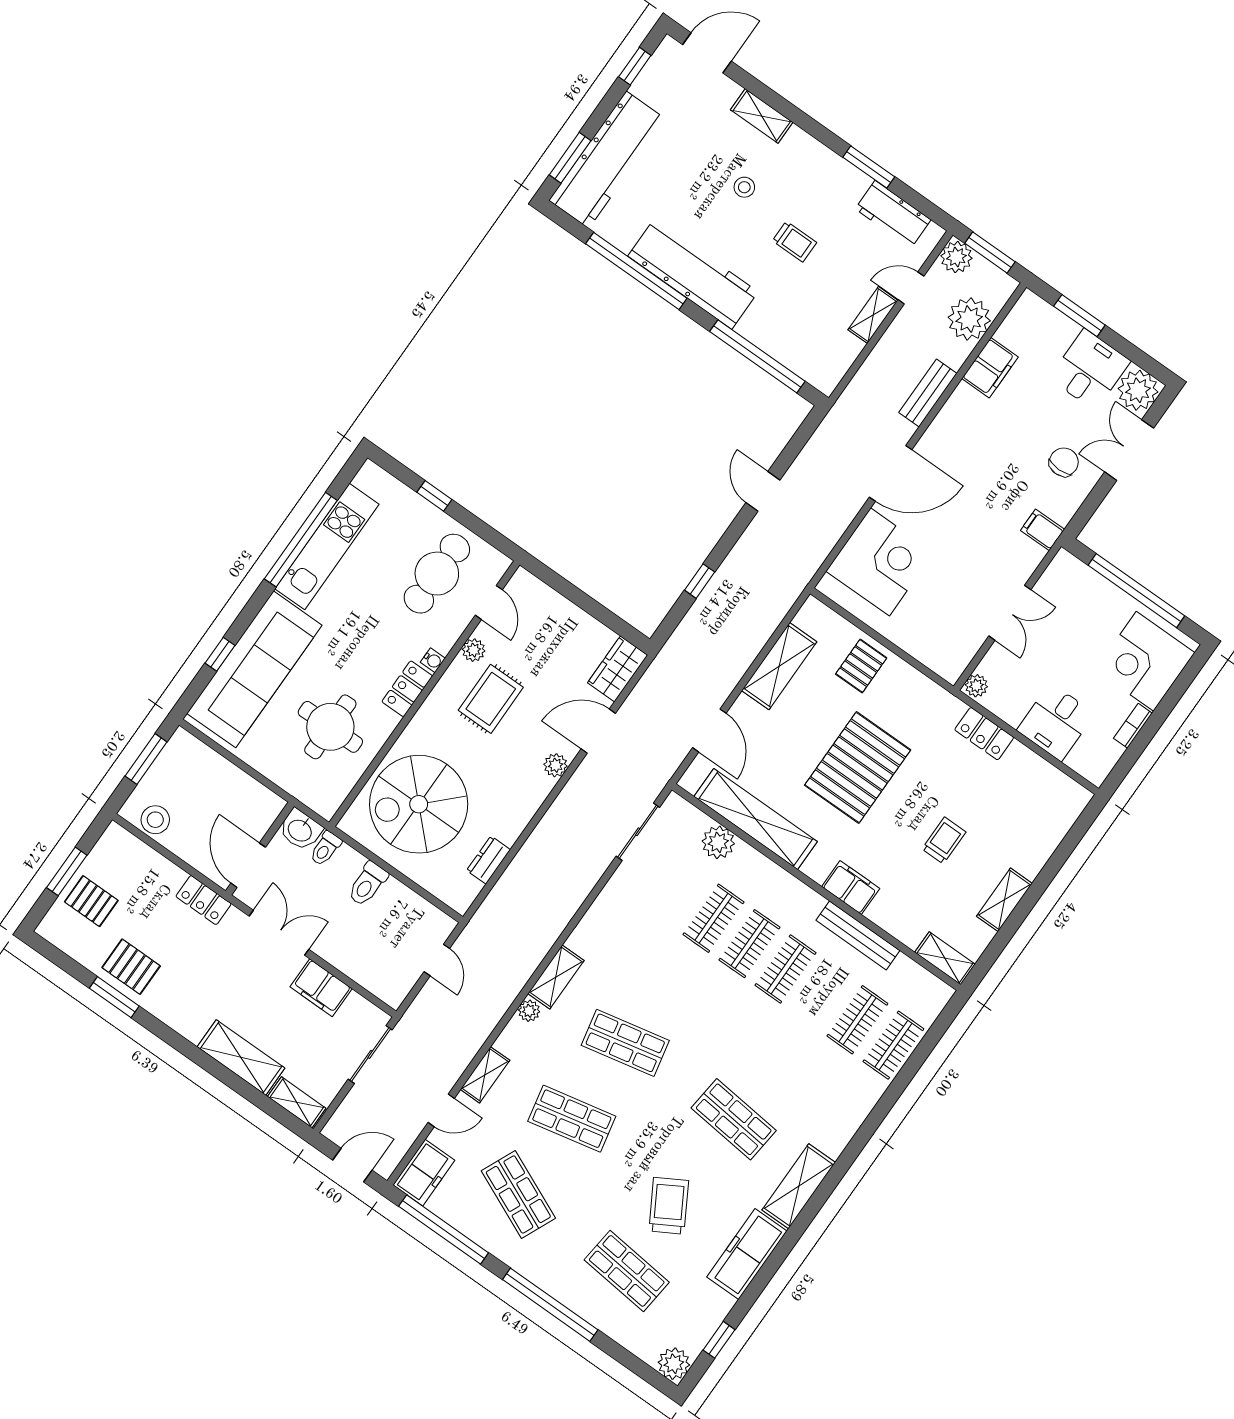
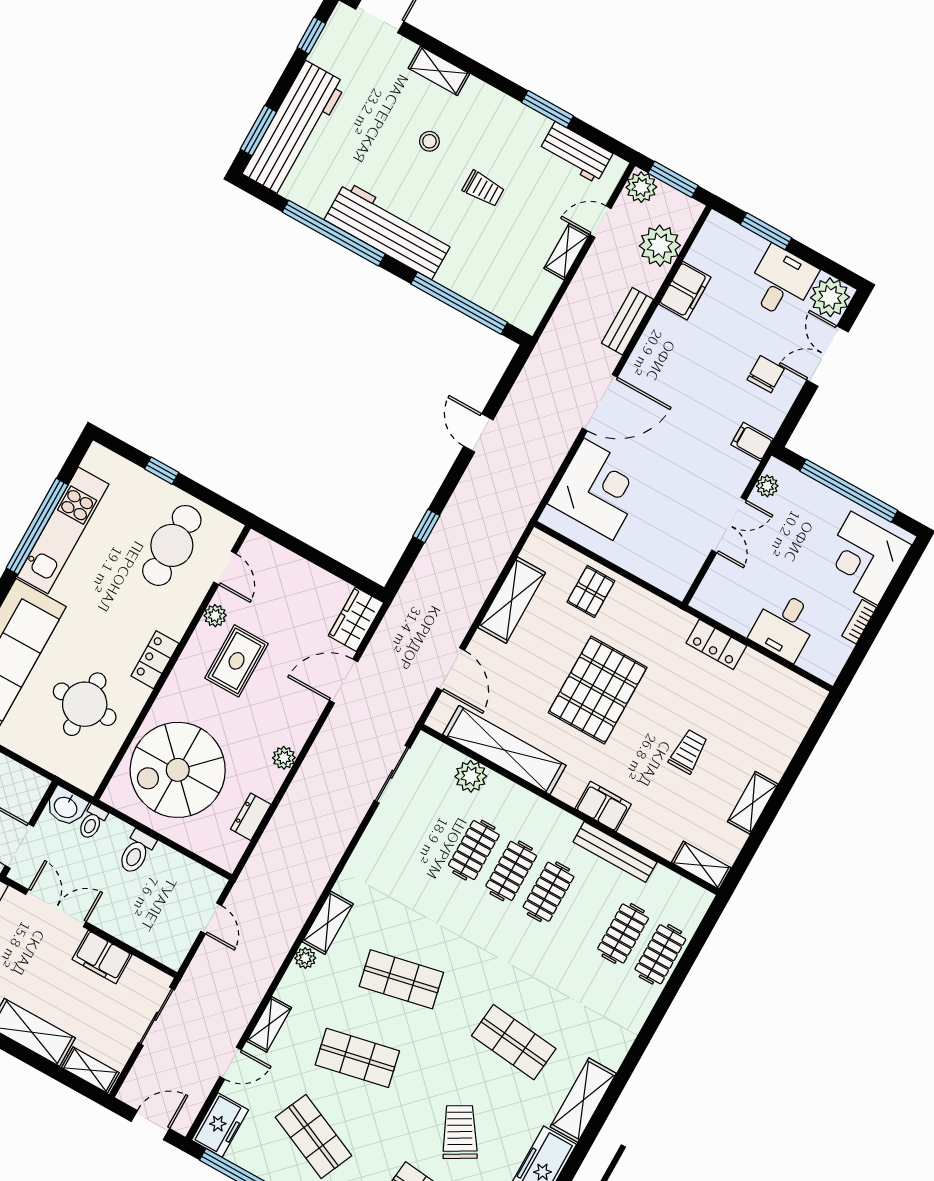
water cooler: (433, 660) -> (177, 629), removed
plant: (976, 686) -> (767, 486), moved
plant: (556, 765) -> (284, 758), moved

